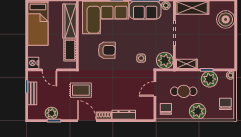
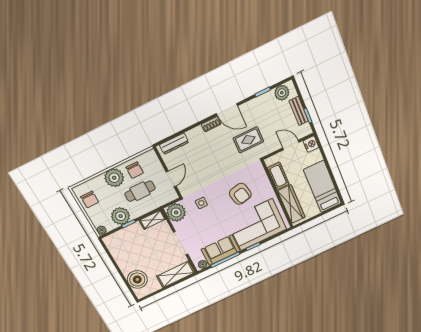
armchair: (107, 50) -> (240, 194), turned -103
chair: (166, 109) -> (135, 170), moved
plant: (51, 113) -> (282, 93), moved
dresser: (124, 115) -> (174, 144), moved

